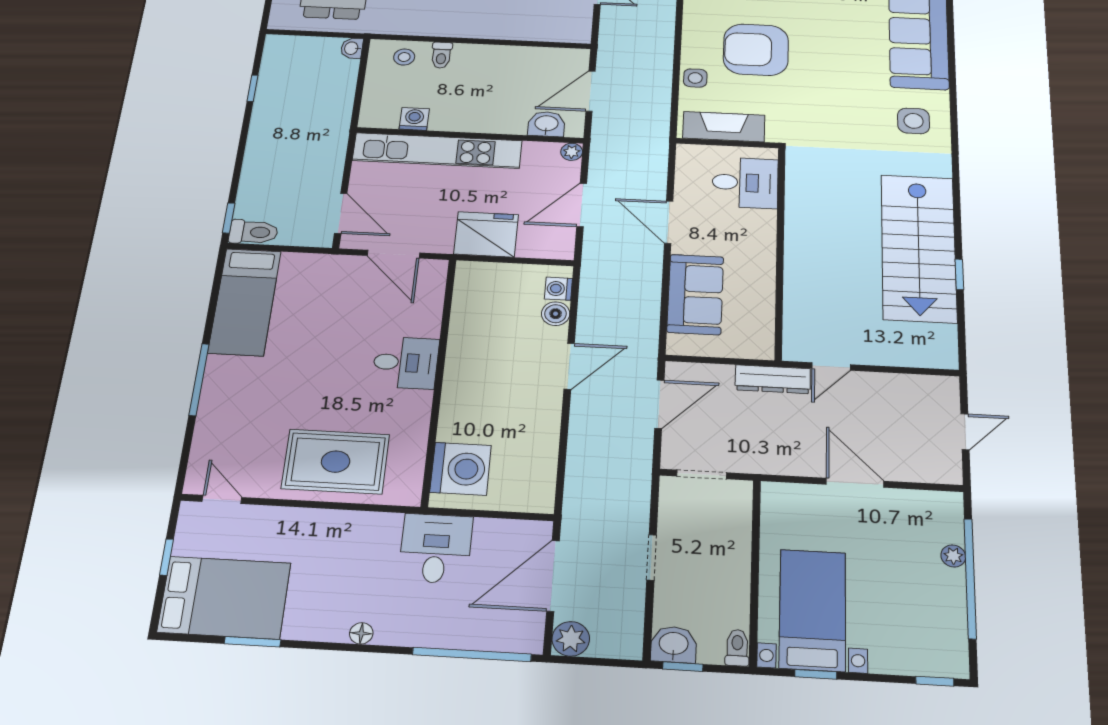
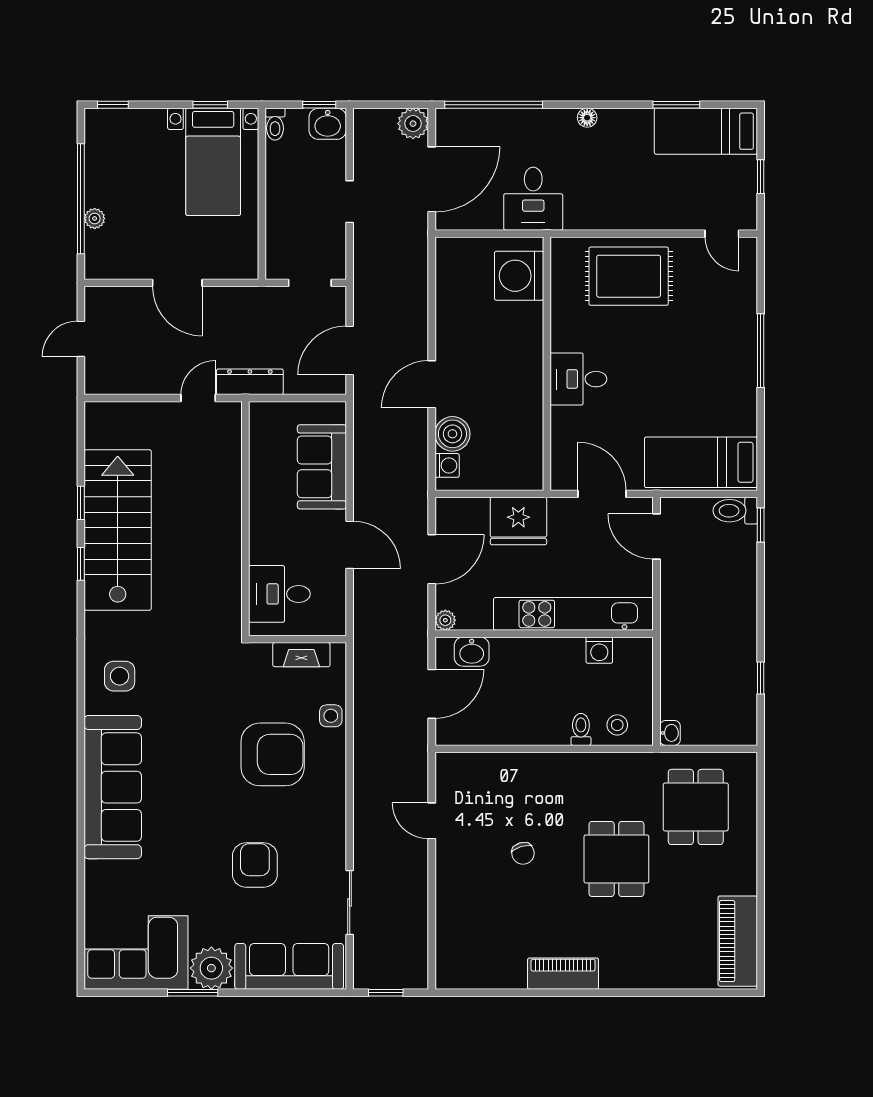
fireplace: (724, 127) -> (301, 655), width x0.73, depth x0.76
window: (957, 219) -> (81, 564), added
bed: (245, 302) -> (701, 462), moved, turned -90
boiler: (556, 314) -> (452, 434), width x1.36, depth x1.36
bed: (224, 597) -> (706, 131), width x0.67

